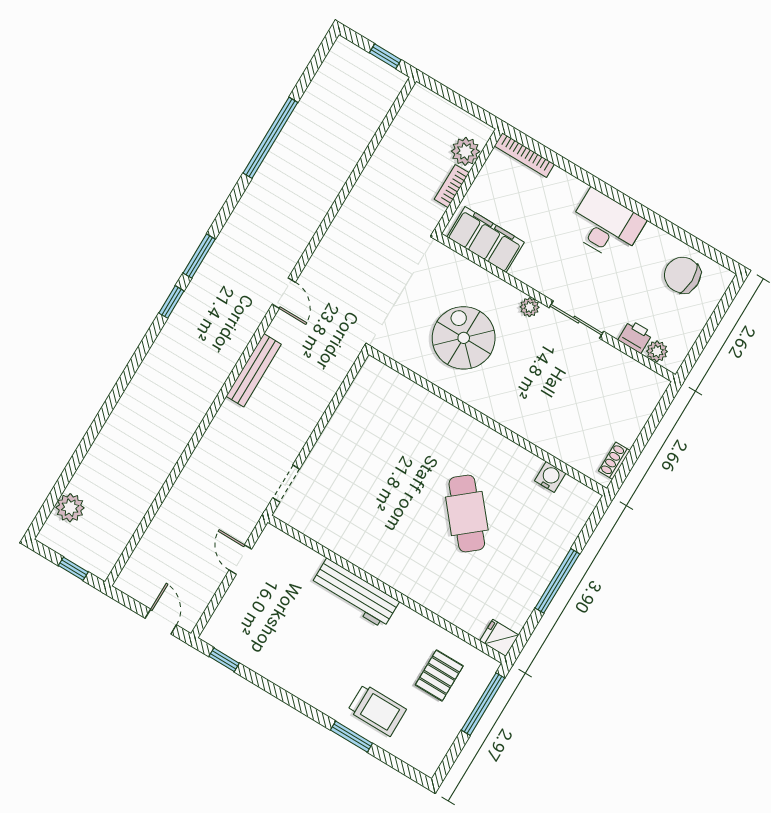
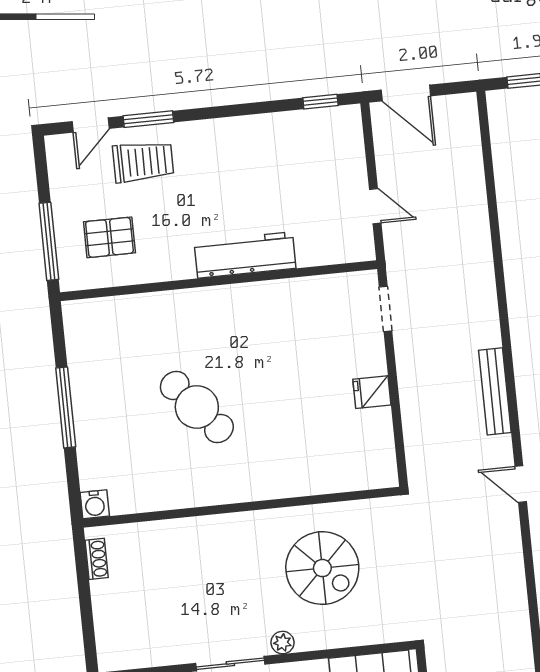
water cooler: (550, 477) -> (95, 504), moved
door: (161, 622) -> (406, 93), width x1.38
fridge: (499, 638) -> (372, 392), moved, turned 180
pallet: (439, 675) -> (109, 237), turned 90
trolley: (377, 710) -> (143, 162), turned 180
door: (394, 762) -> (91, 125), added

